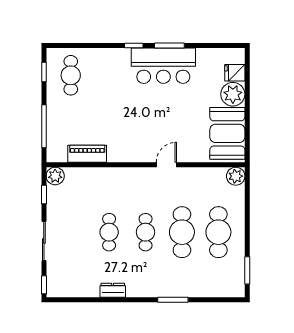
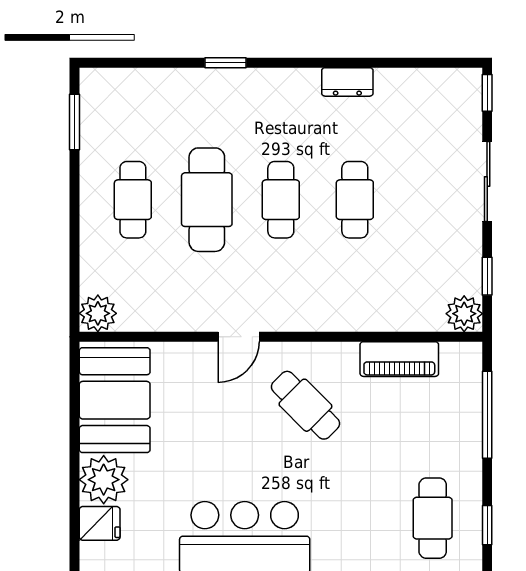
cafe table: (133, 131) -> (305, 405), added
cafe table: (218, 232) -> (133, 200), width x0.73, depth x0.74
window: (173, 300) -> (225, 63), width x0.67

